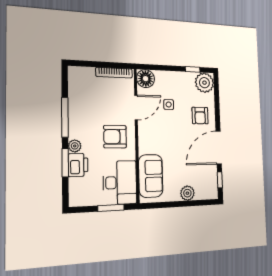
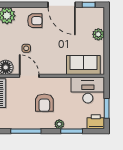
window: (65, 117) -> (26, 131), moved
armchair: (115, 137) -> (44, 103), moved
printer: (78, 165) -> (96, 122), moved
window: (111, 208) -> (107, 108), moved

